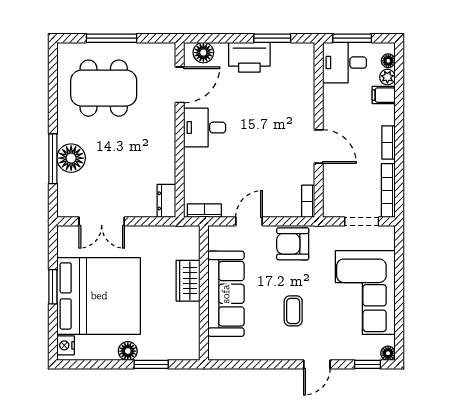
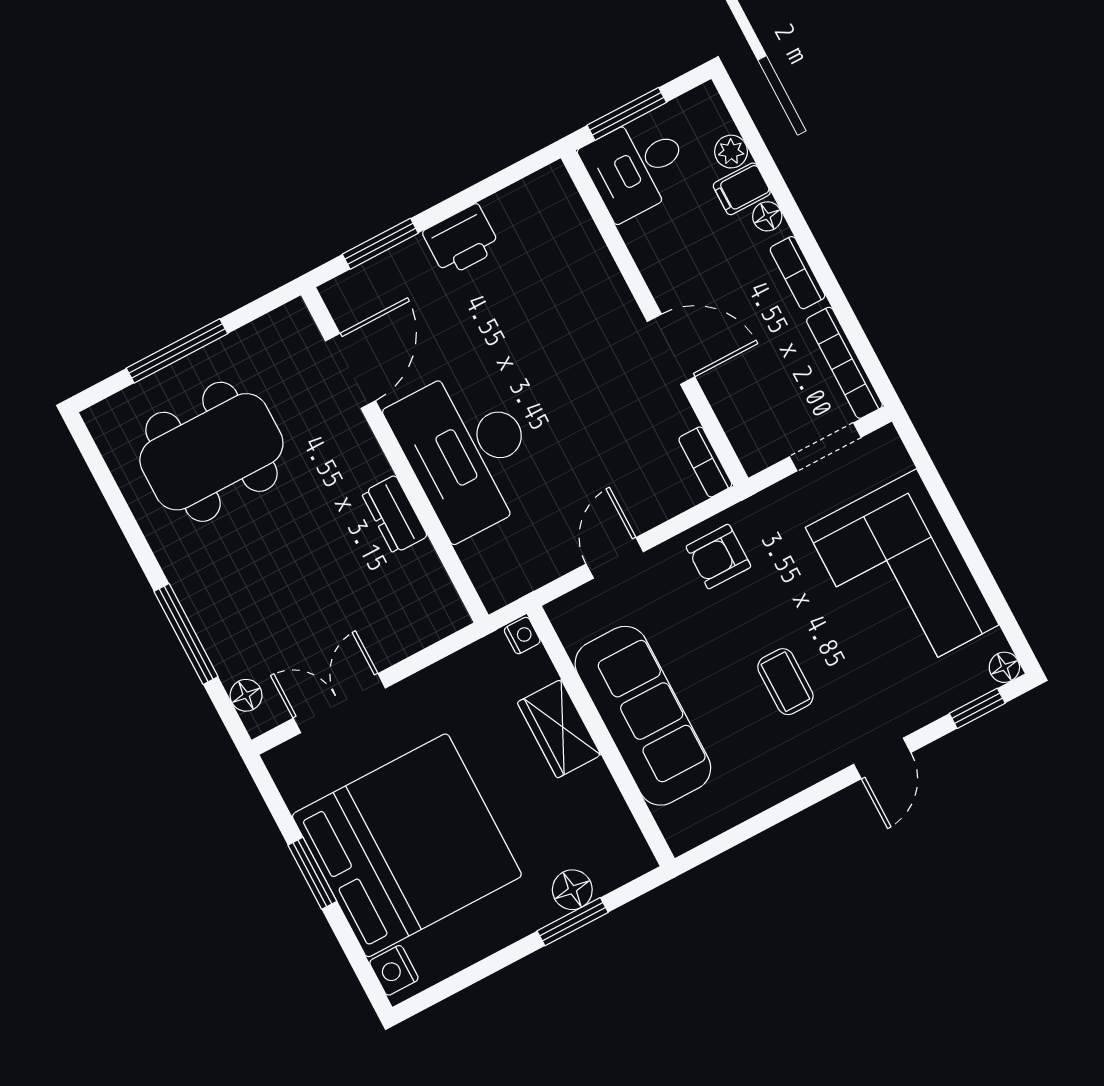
window: (272, 38) -> (380, 244), moved
floor lamp: (203, 53) -> (363, 287), removed
printer: (249, 57) -> (462, 240), width x0.73, depth x0.84
floor lamp: (388, 61) -> (767, 216), moved
desk: (205, 128) -> (468, 452), width x1.87, depth x1.30
floor lamp: (71, 158) -> (246, 695), moved, width x0.53, depth x0.53
dresser: (166, 201) -> (394, 515), moved
bookcase: (204, 211) -> (521, 582), removed
double door: (102, 221) -> (339, 703), swing flipped
nightstand: (193, 234) -> (522, 636), added
armchair: (293, 244) -> (718, 557), width x0.72, depth x0.72
floor lamp: (128, 351) -> (572, 890), moved

